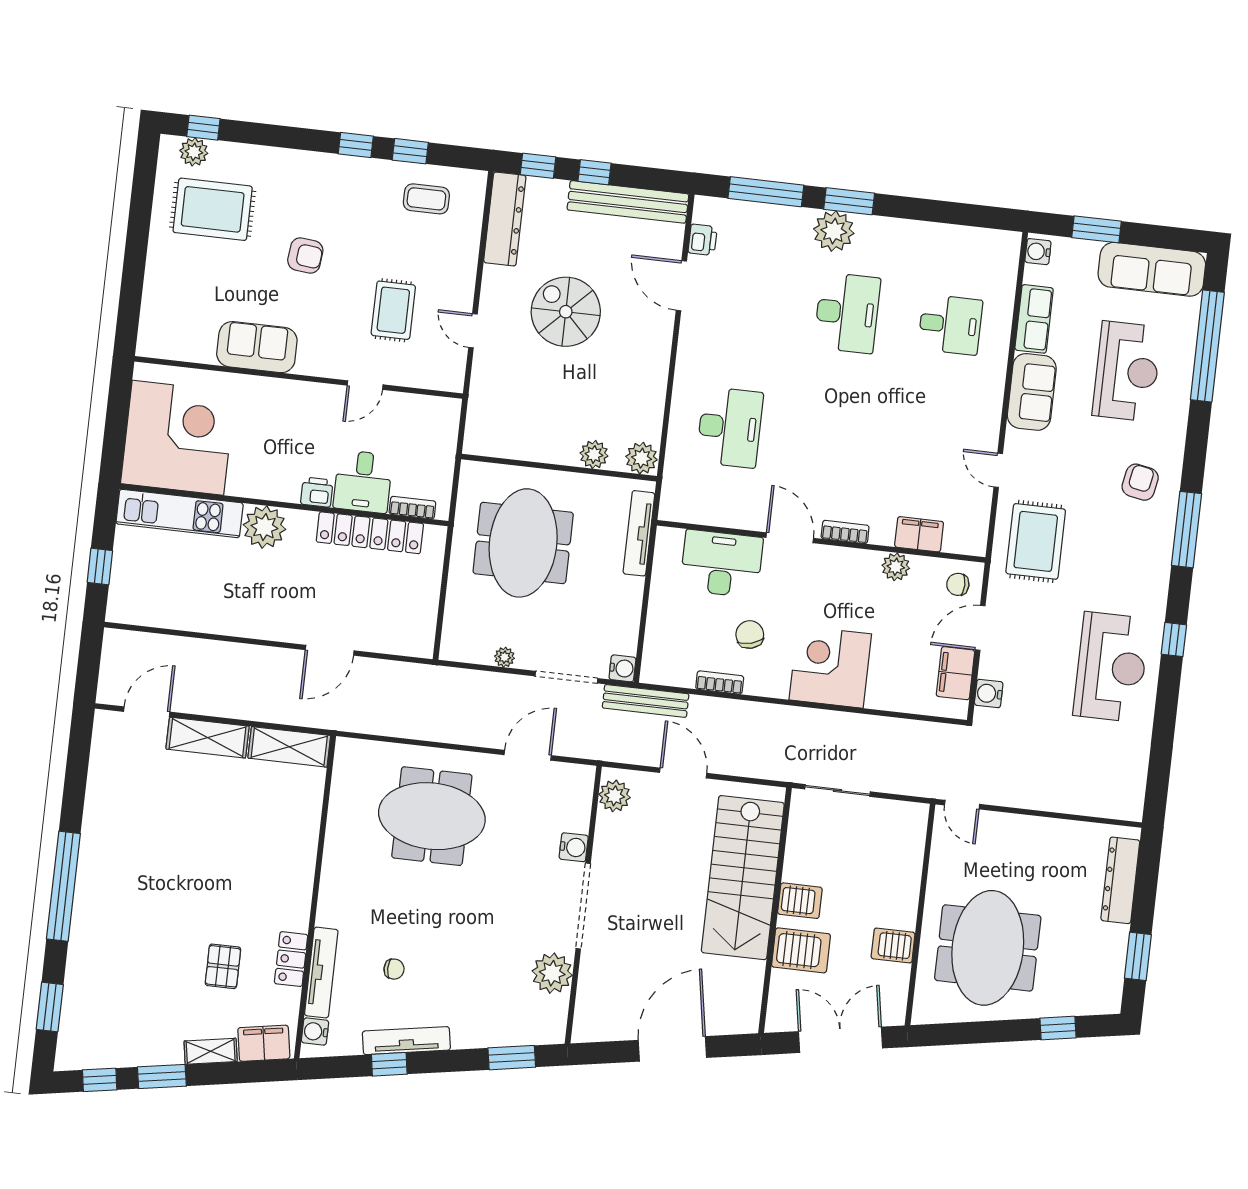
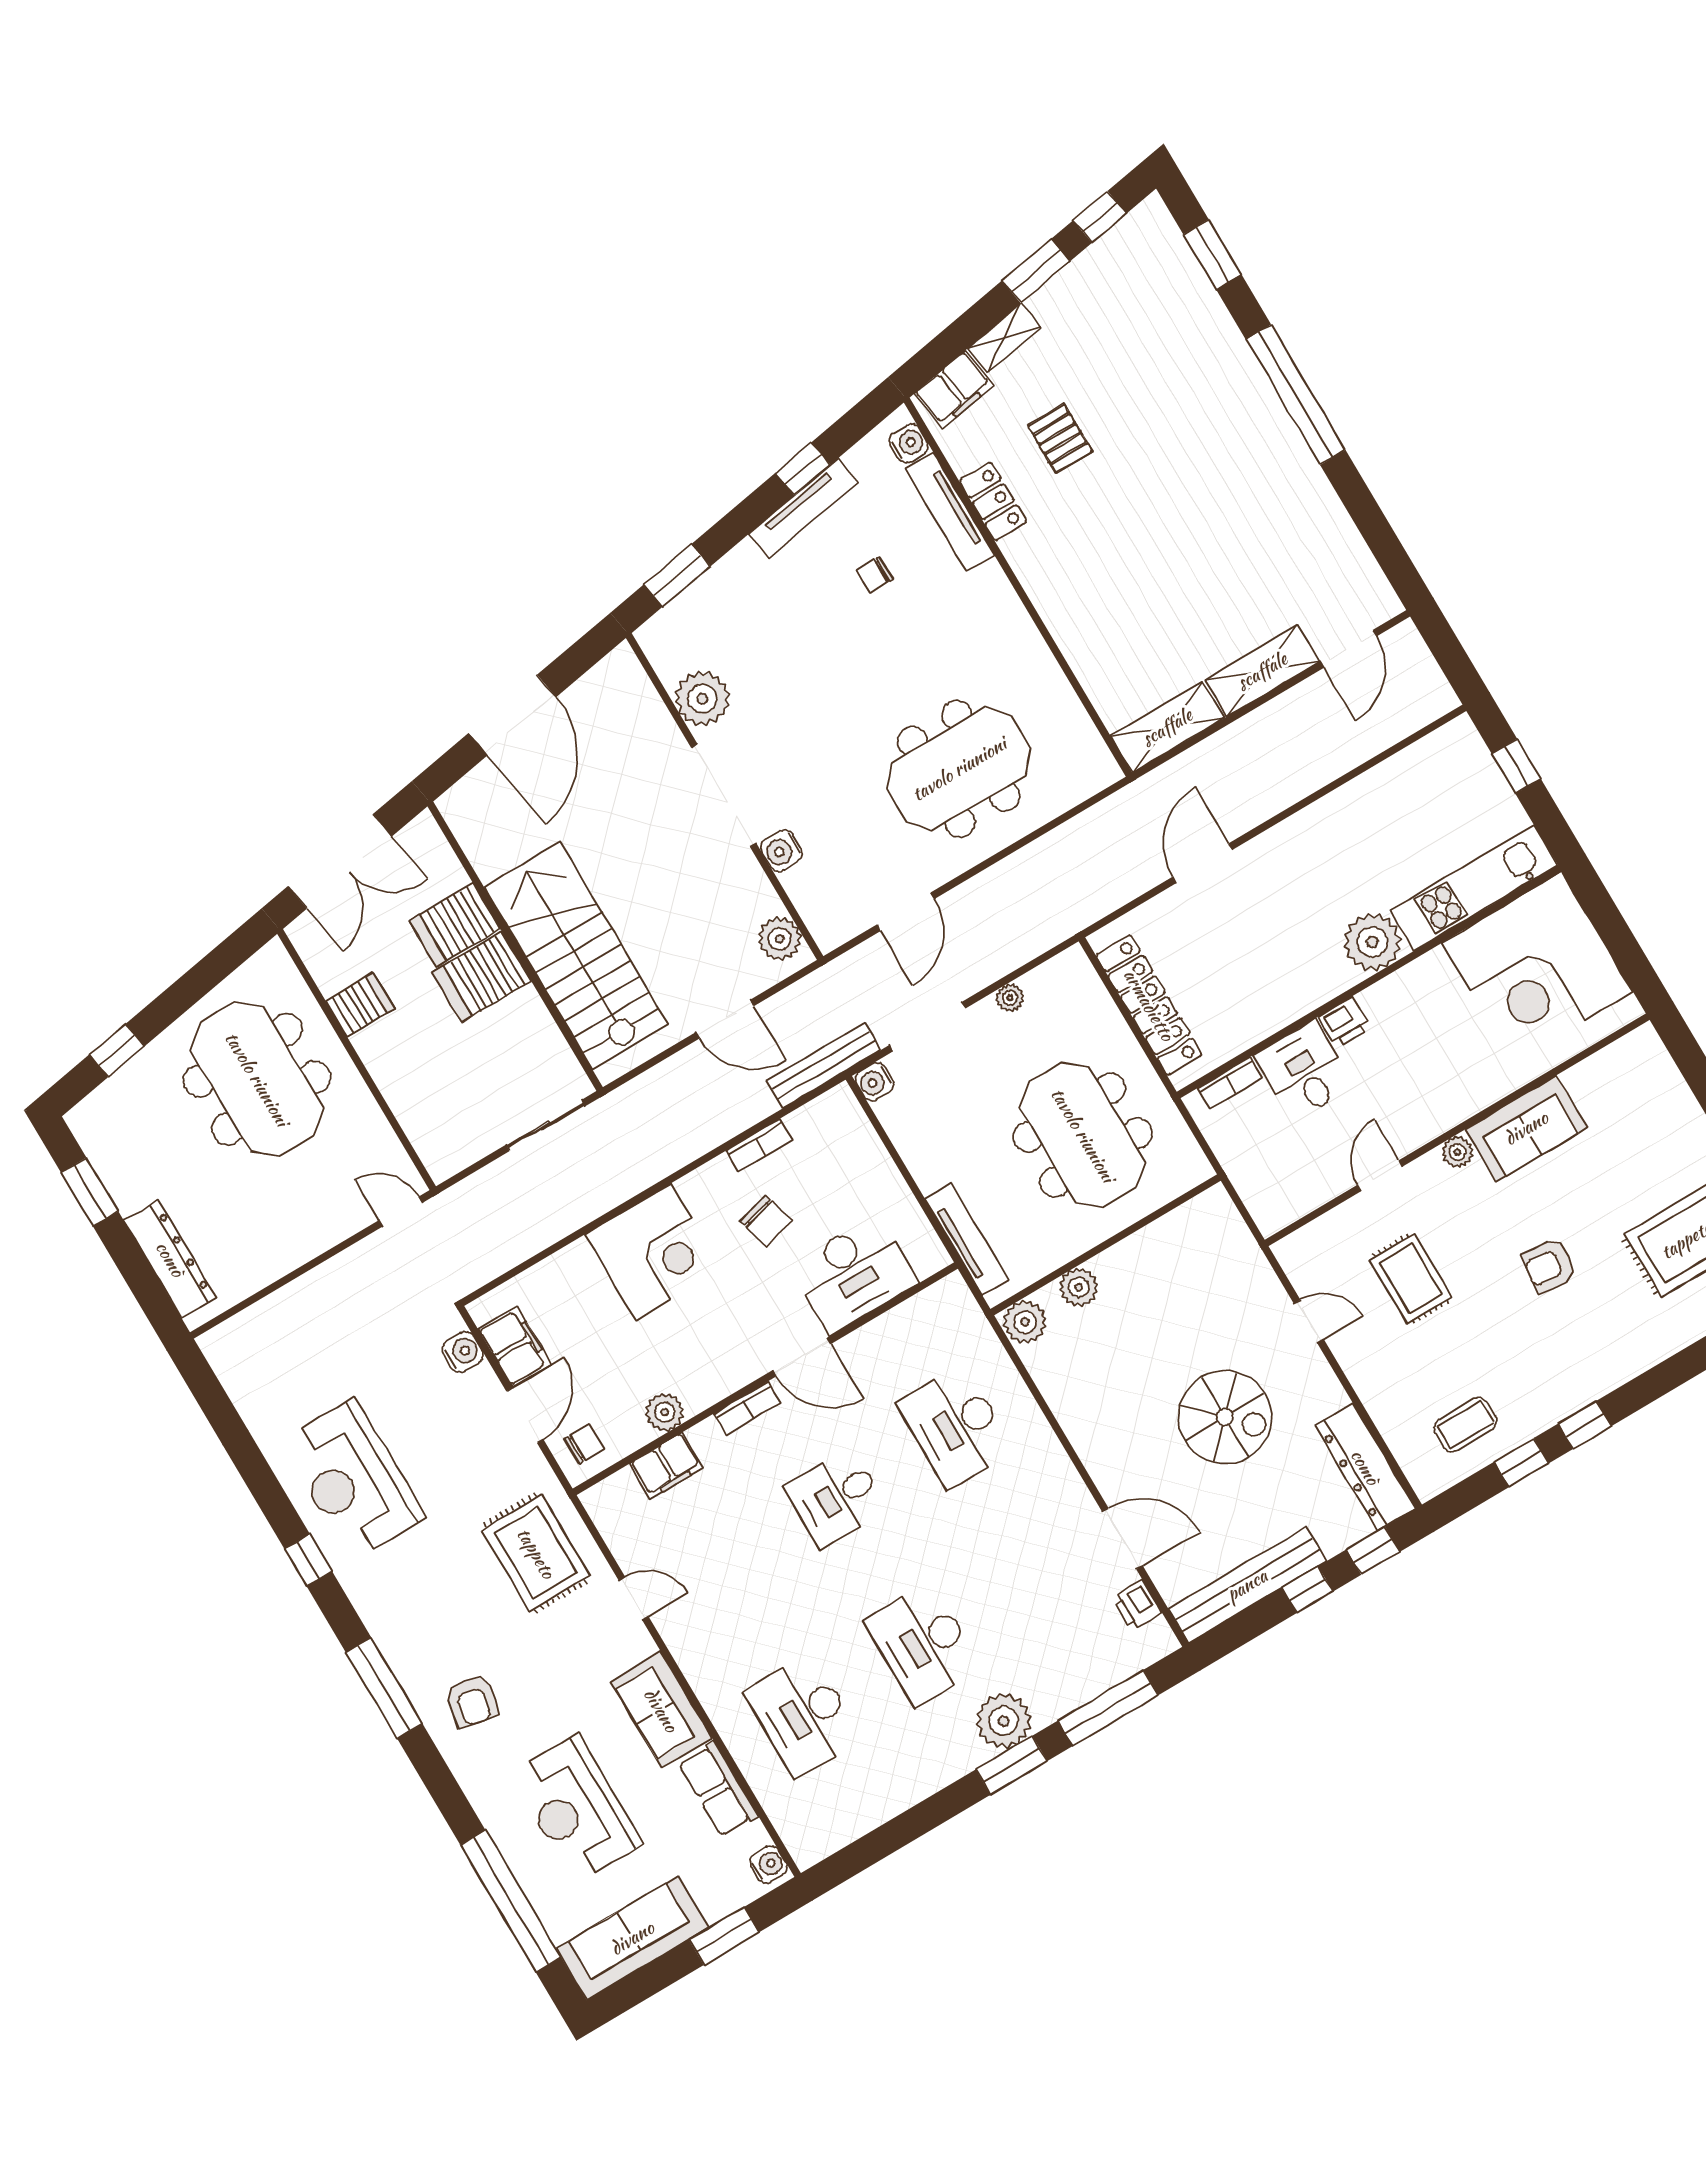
desk: (950, 325) -> (803, 1715), width x1.37
plant: (308, 364) -> (1458, 1152), added
desk: (833, 439) -> (836, 1498), added
locker: (370, 533) -> (1149, 1005), moved, turned 90
server rack: (800, 901) -> (482, 977), width x1.36, depth x1.44

